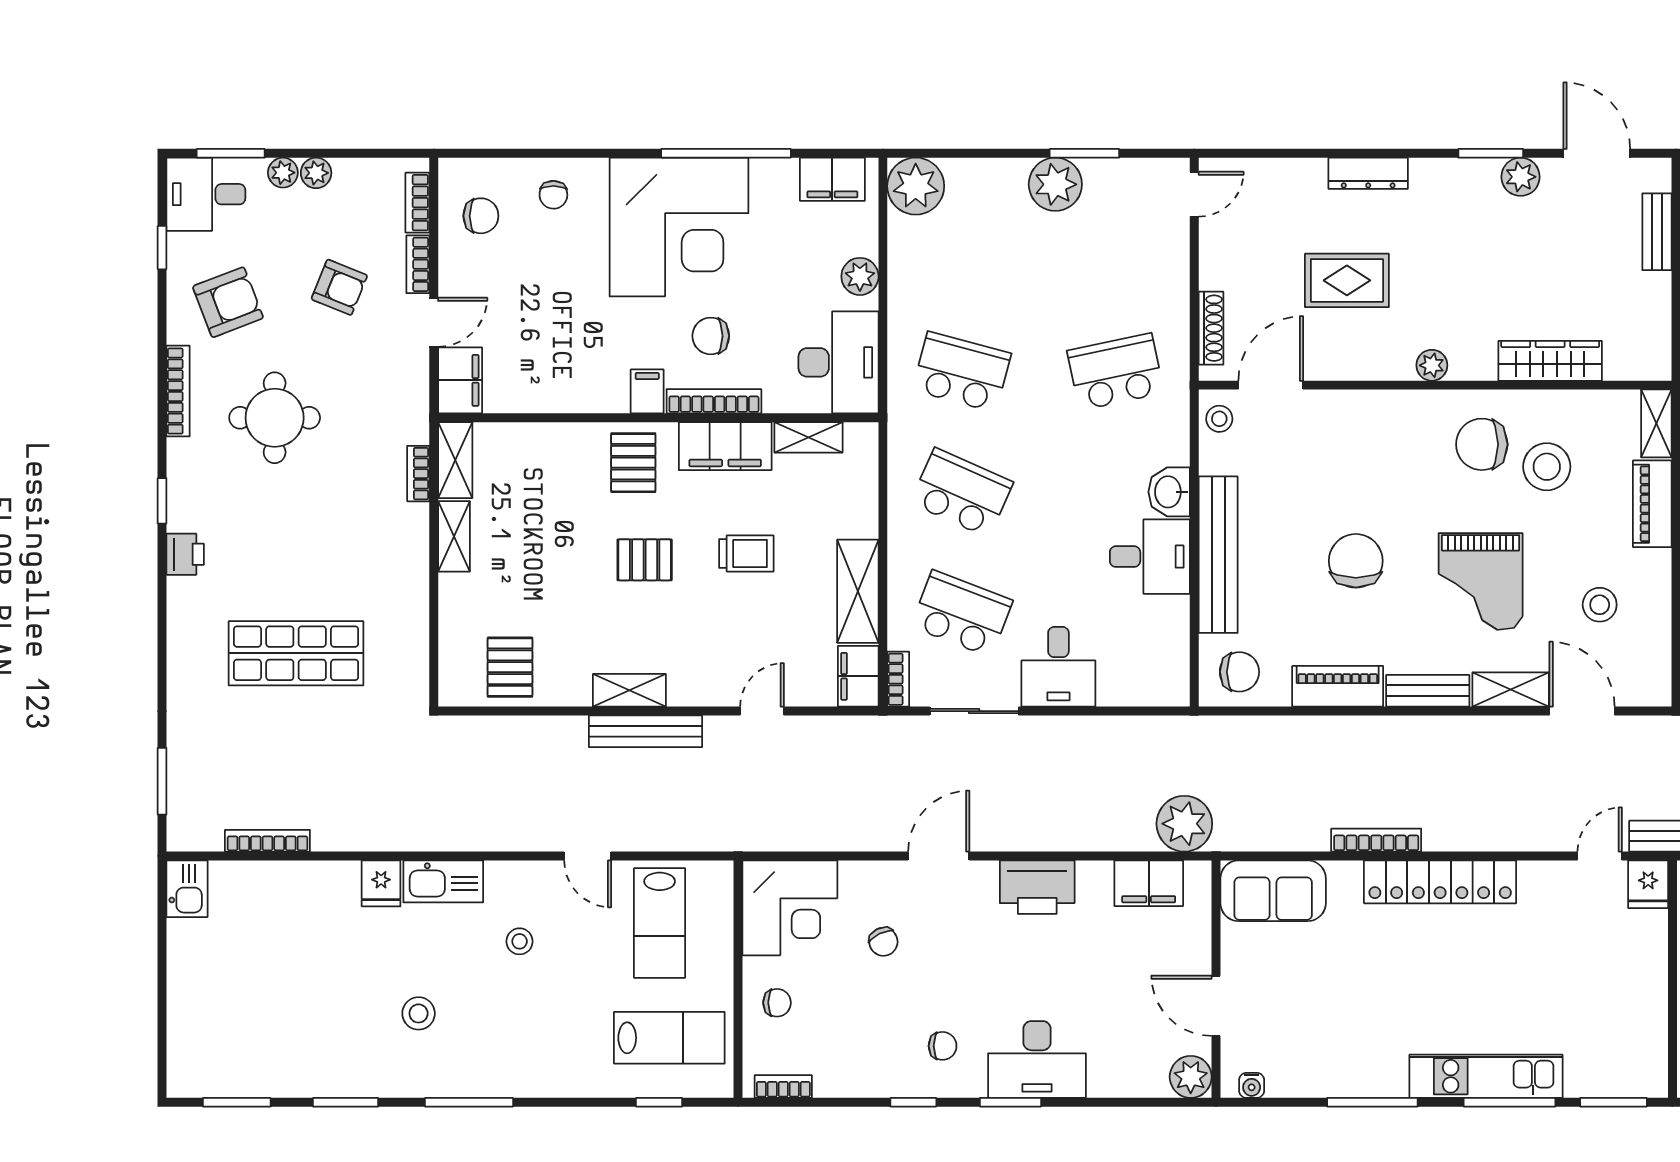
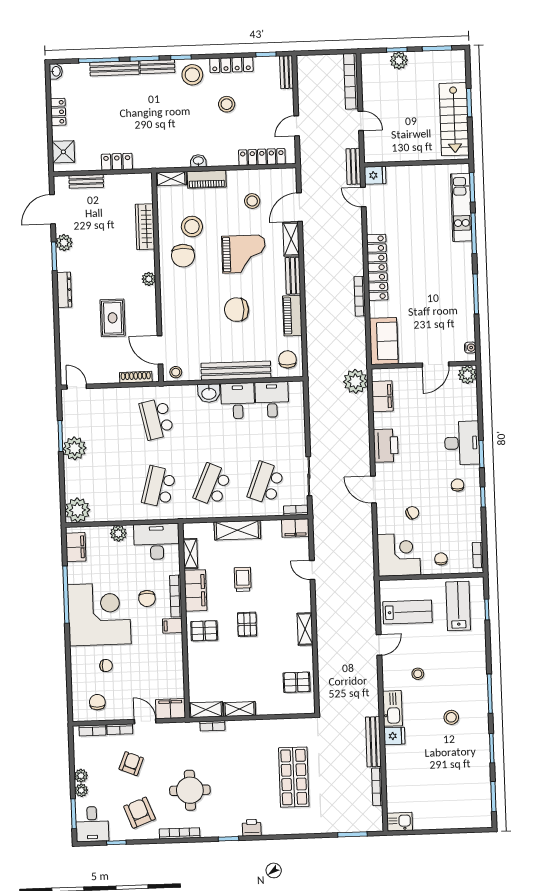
dresser: (1368, 173) -> (64, 290), moved
chair: (553, 195) -> (106, 666), moved
shelving: (858, 591) -> (237, 530), moved
desk: (1058, 667) -> (272, 399), moved, turned -90
bench: (645, 731) -> (373, 742), moved
kitchen unit: (1486, 1076) -> (461, 207), moved

